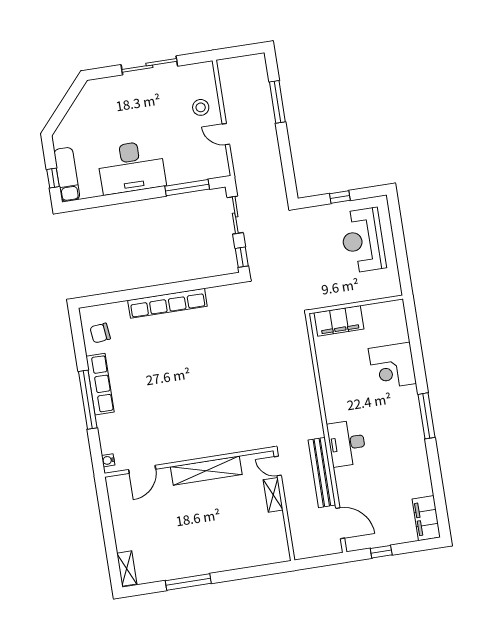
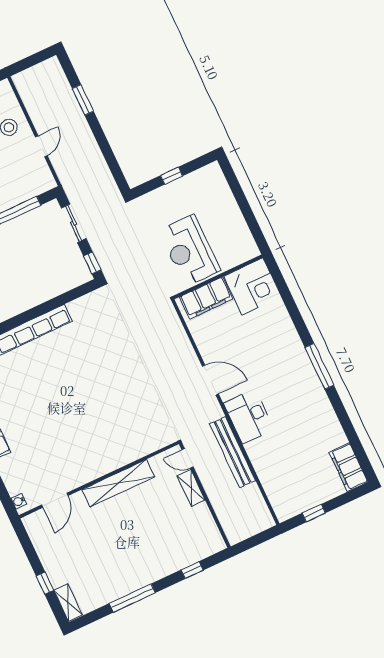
window: (277, 102) -> (83, 100), width x0.69
door: (226, 134) -> (41, 146), swing flipped
reception desk: (363, 240) -> (190, 250), moved
corner desk: (392, 366) -> (252, 286), moved, turned -90
door: (340, 523) -> (210, 380), moved
window: (110, 544) -> (45, 583), added
window: (252, 572) -> (192, 570), added

